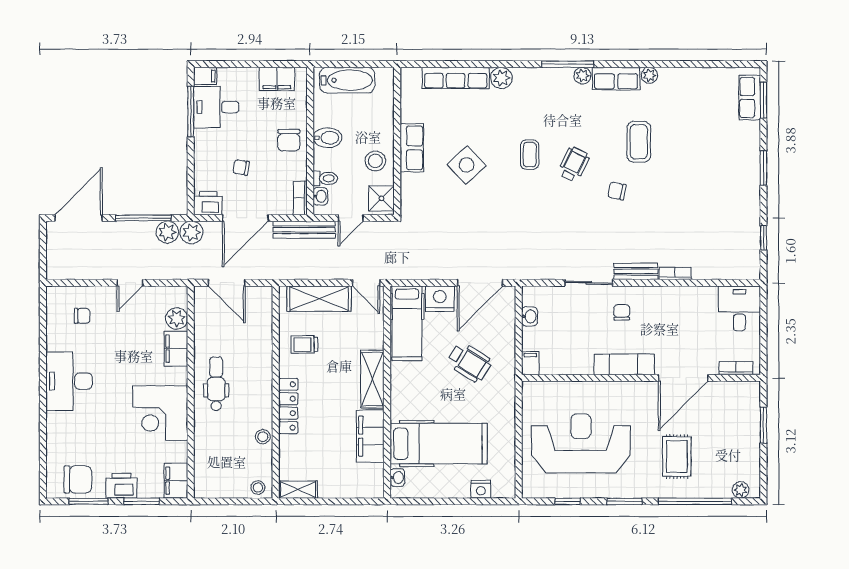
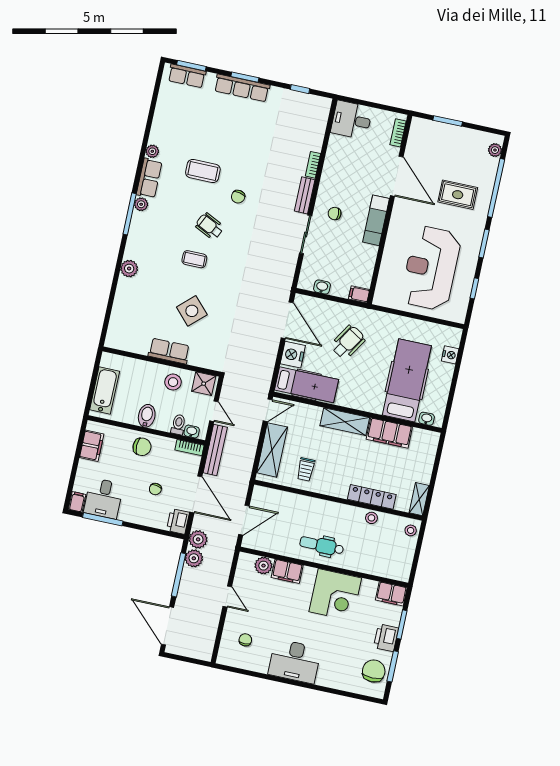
row of seats: (456, 78) -> (242, 88), moved, turned 90
locker: (288, 406) -> (372, 497), moved

